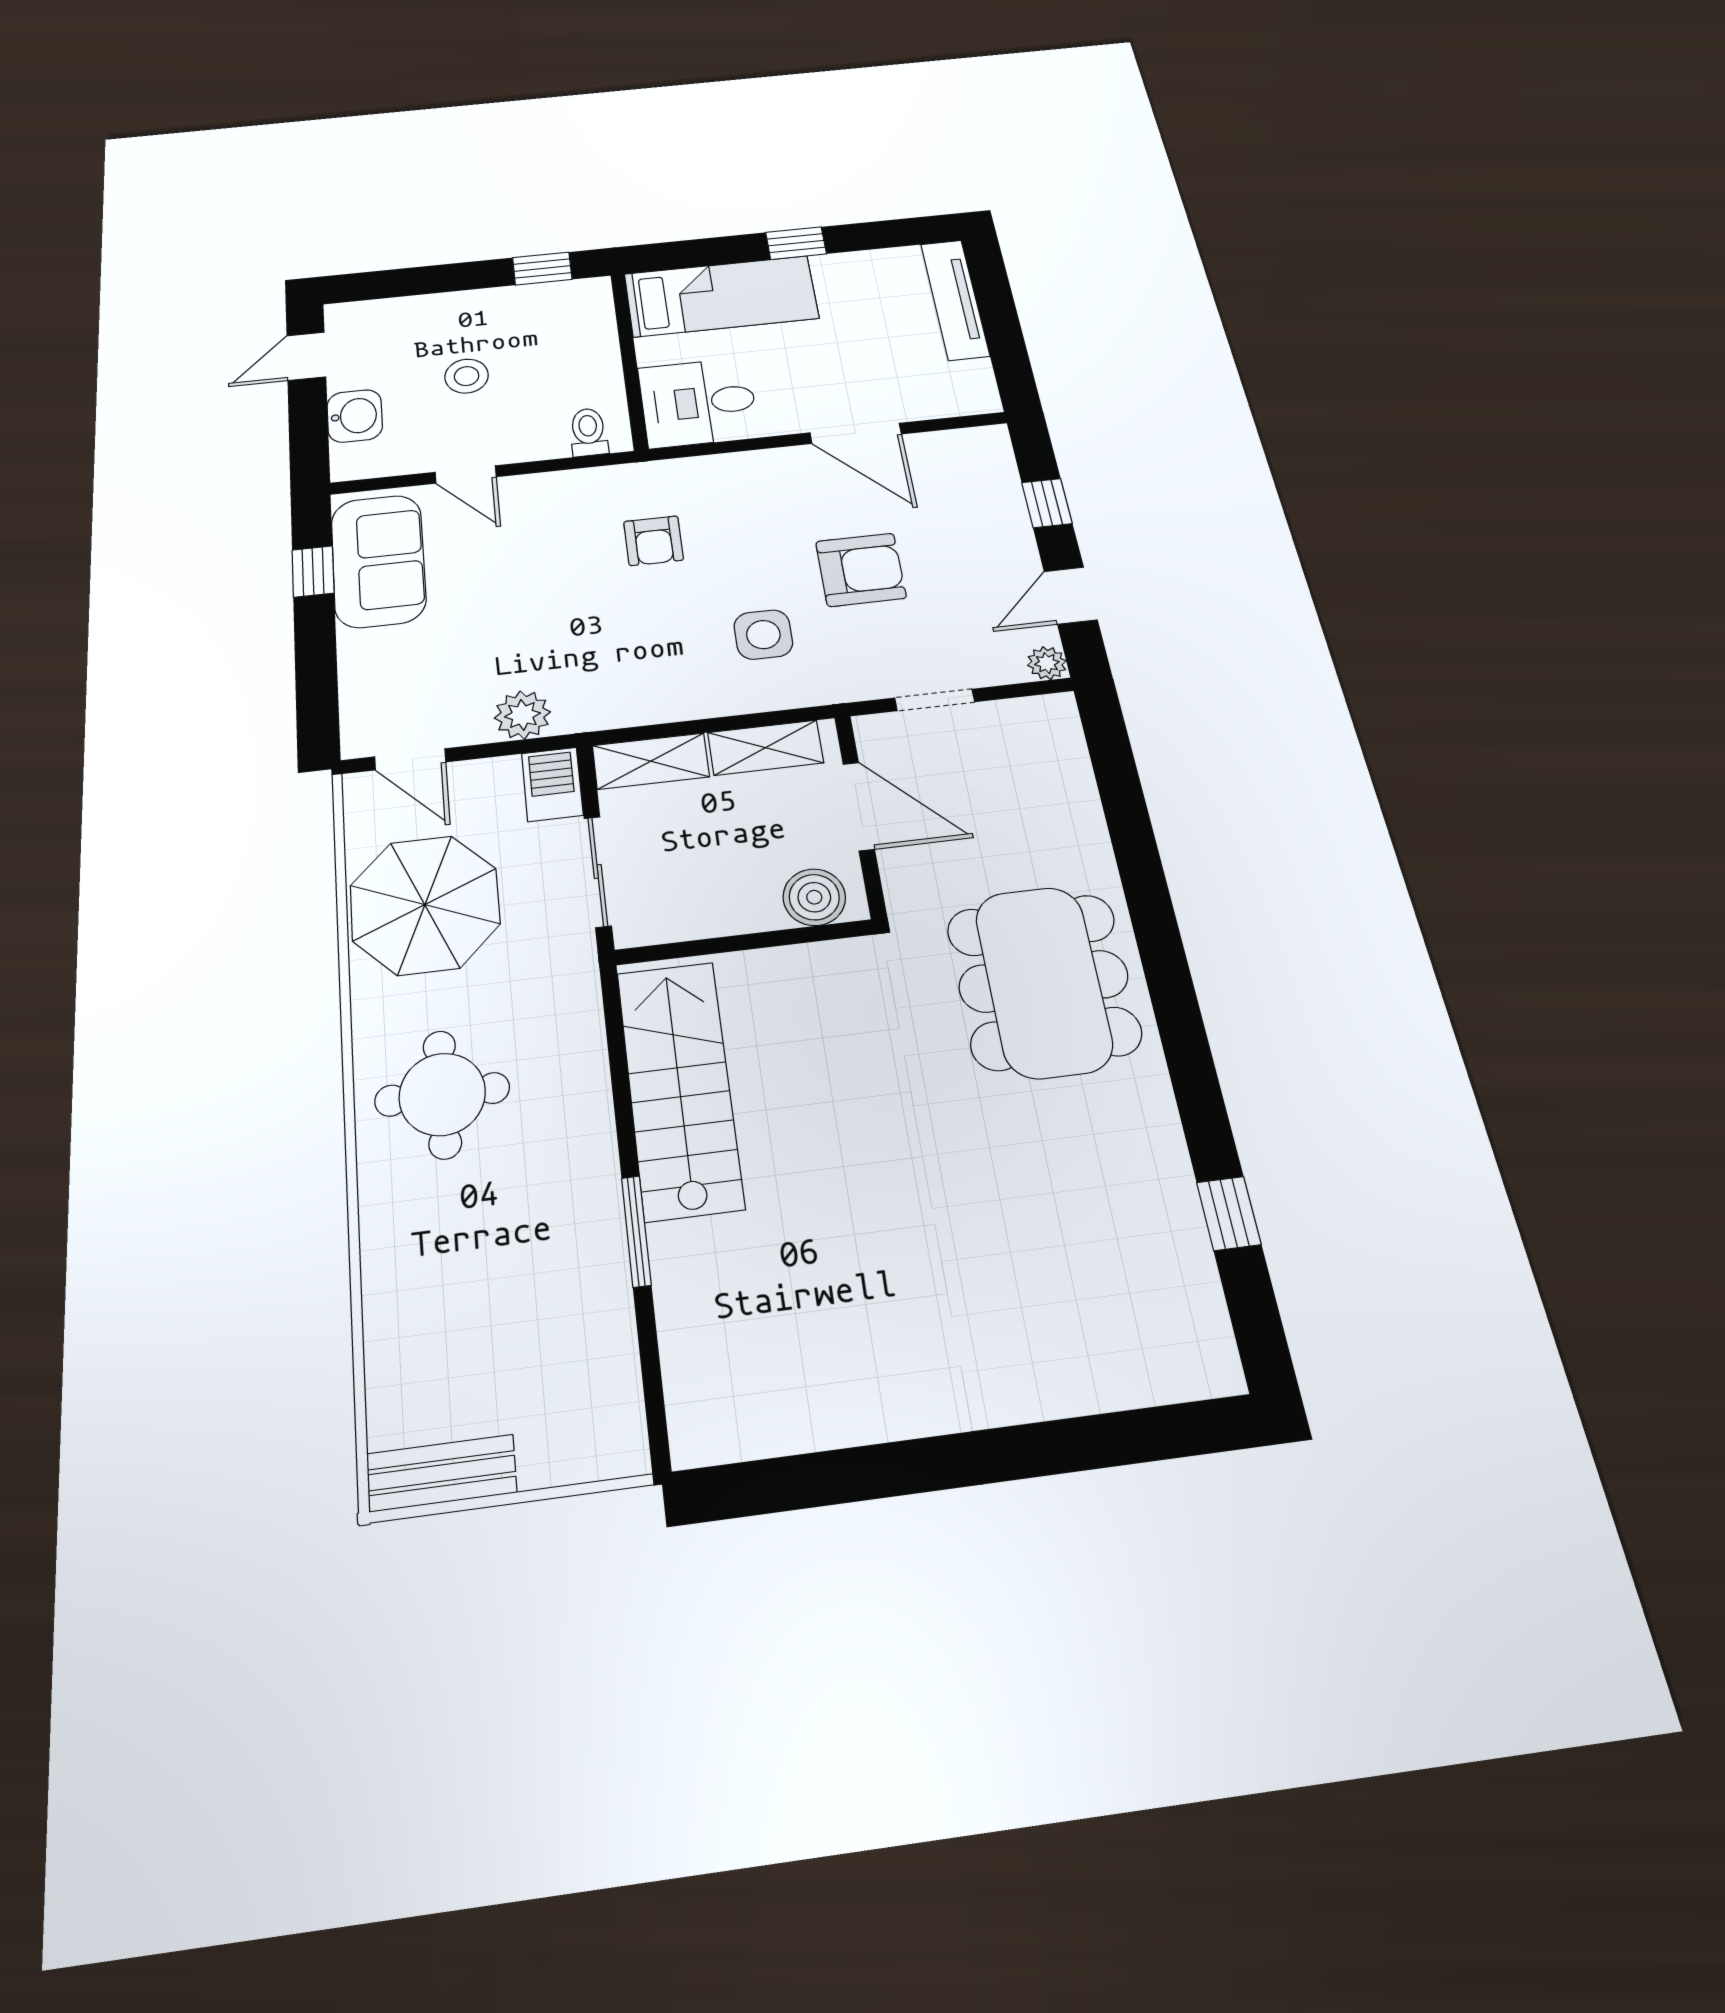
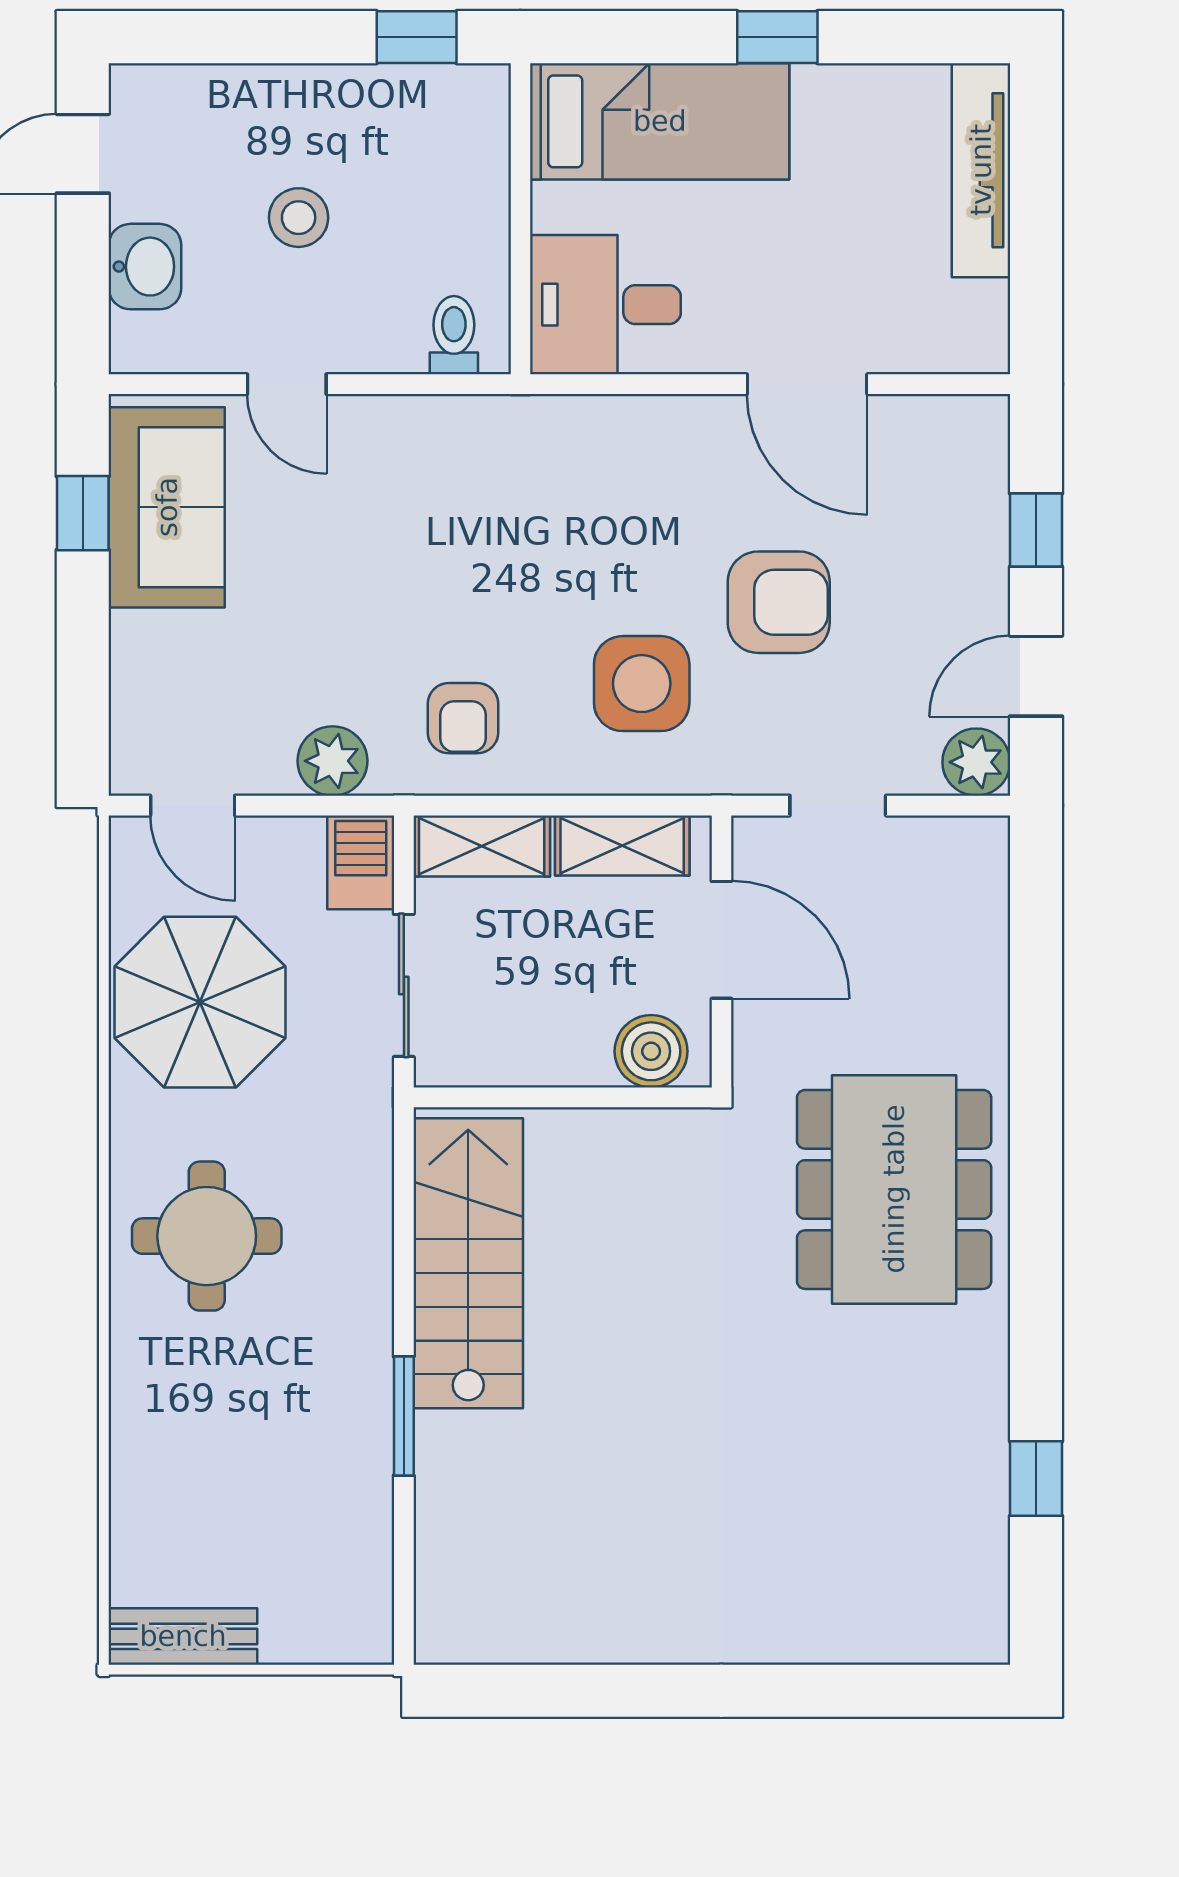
armchair: (654, 541) -> (463, 718), moved
side table: (763, 635) -> (642, 684), width x1.37, depth x1.37
plant: (1047, 663) -> (976, 762), width x1.38, depth x1.38

